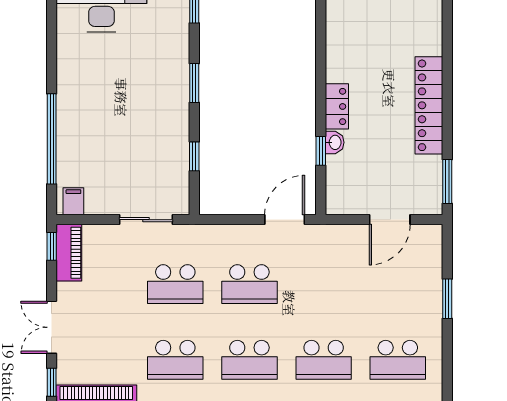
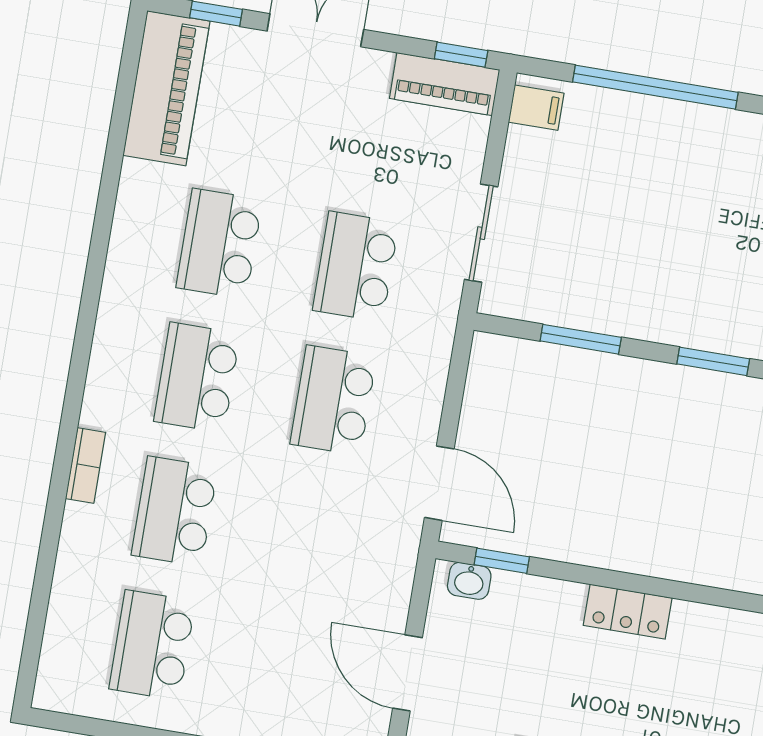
washbasin: (335, 142) -> (469, 581), moved
window: (321, 151) -> (502, 561), moved
window: (194, 156) -> (581, 339), width x1.50

